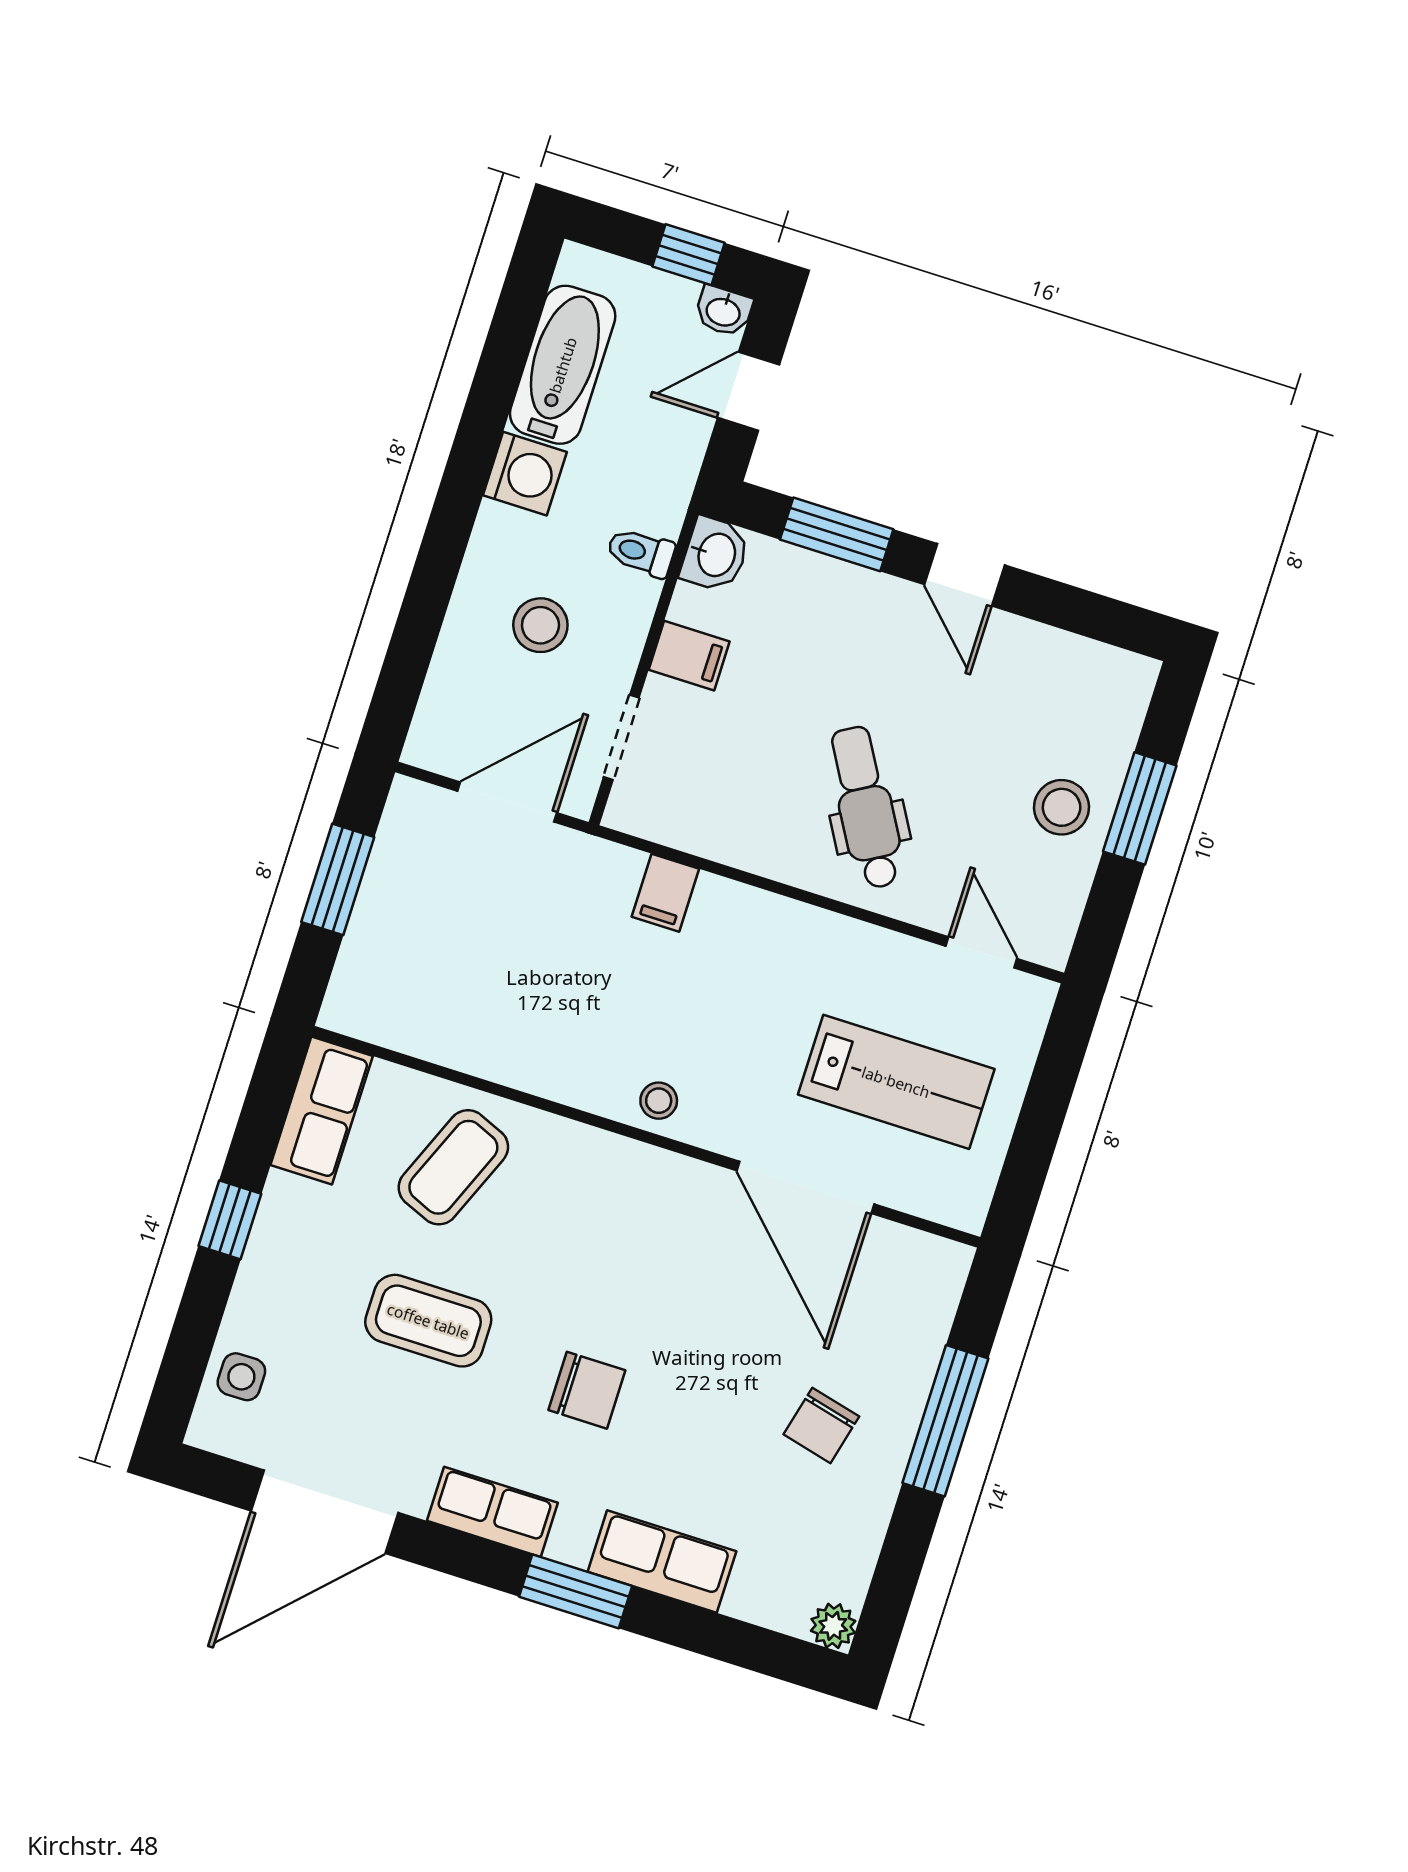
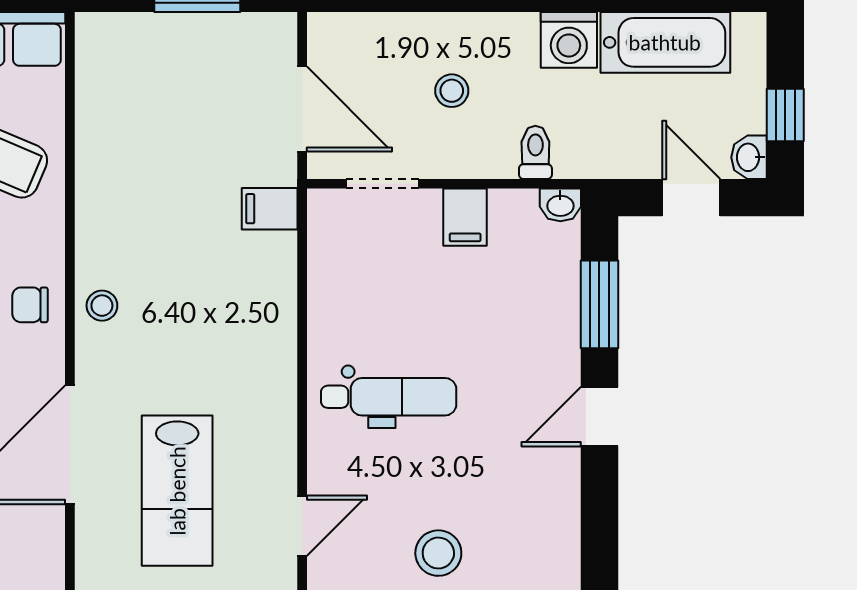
washbasin: (715, 554) -> (560, 205), width x0.72, depth x0.69
stool: (540, 625) -> (452, 91), width x0.73, depth x0.73
dental chair: (866, 807) -> (389, 397), turned 30
filing cabinet: (665, 893) -> (270, 209), moved
chair: (632, 1182) -> (30, 305), added

